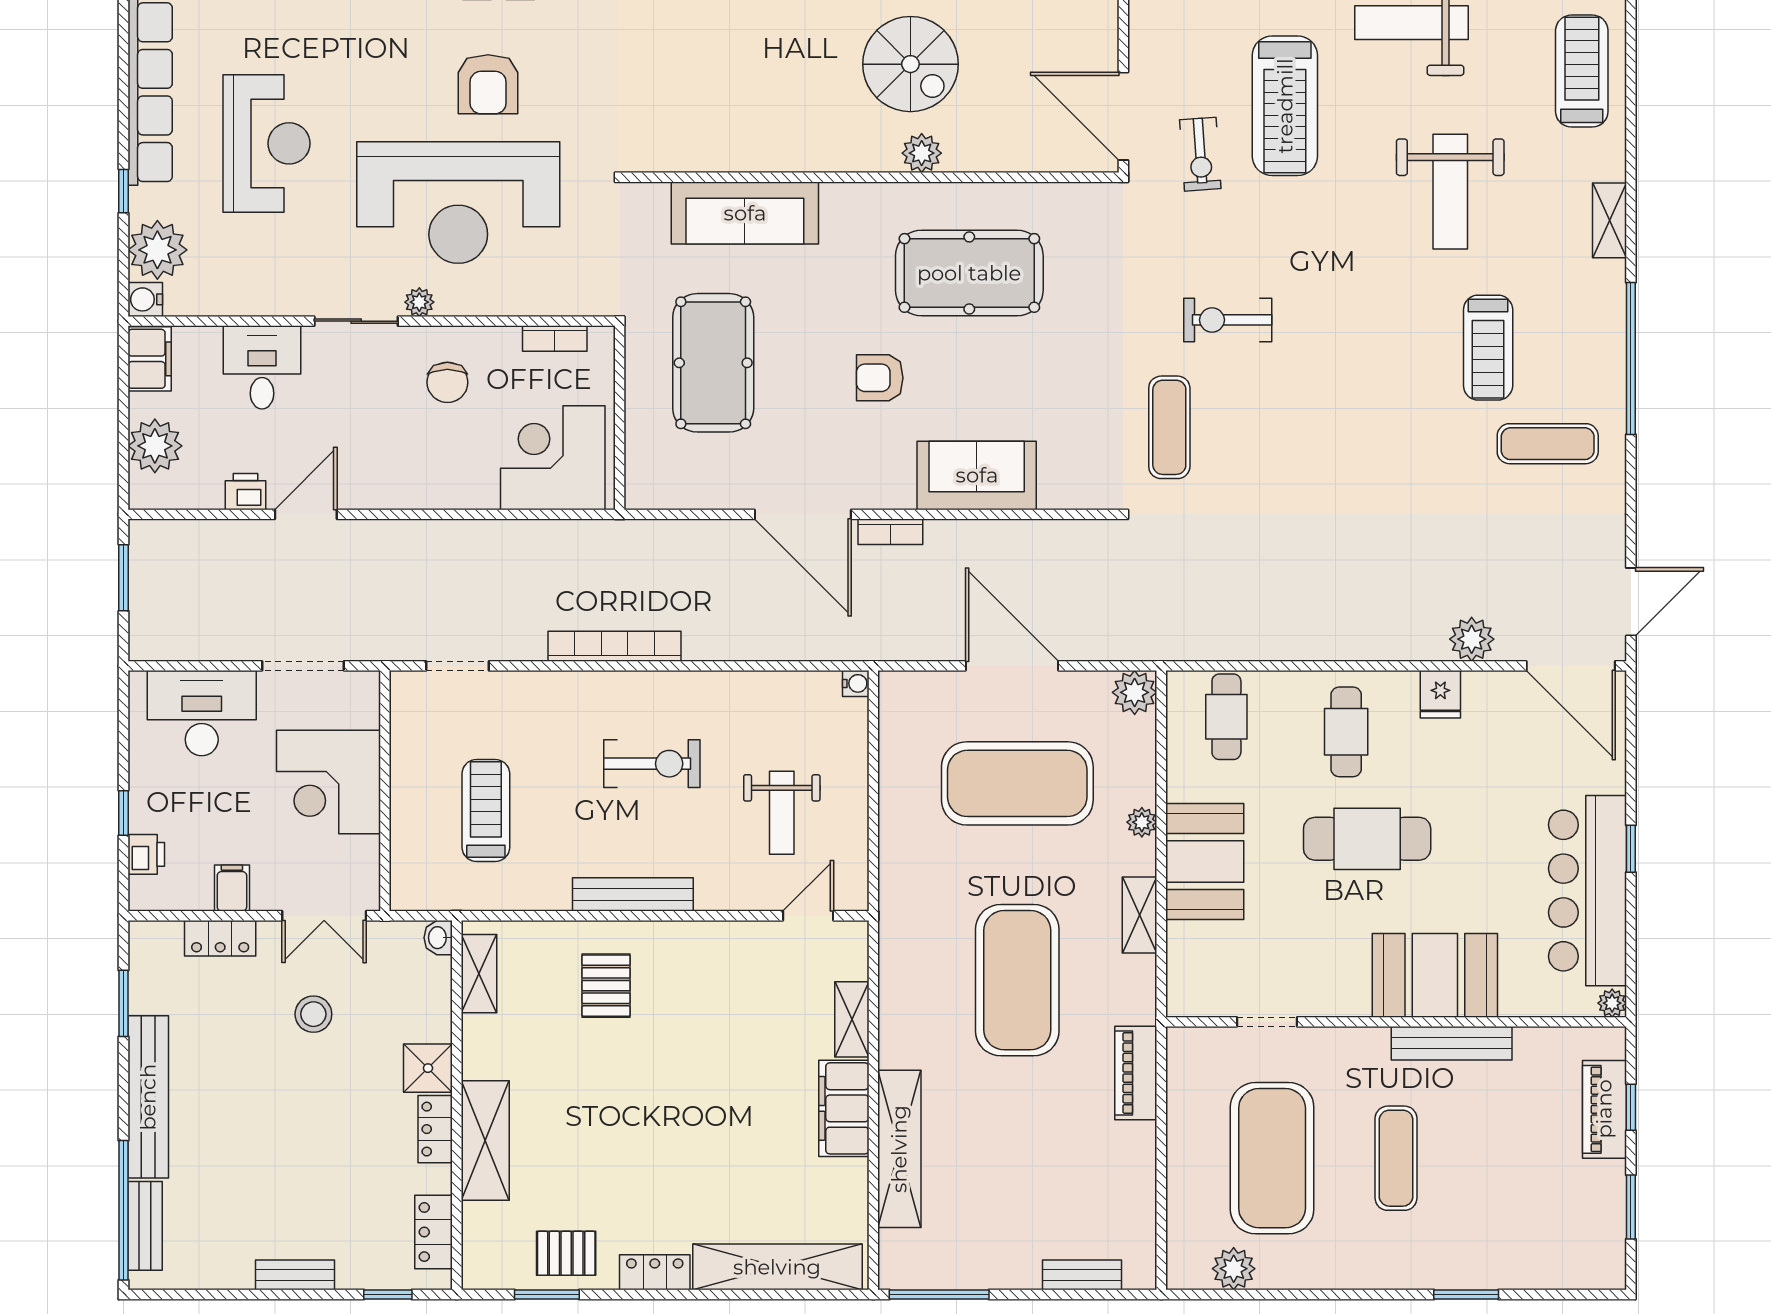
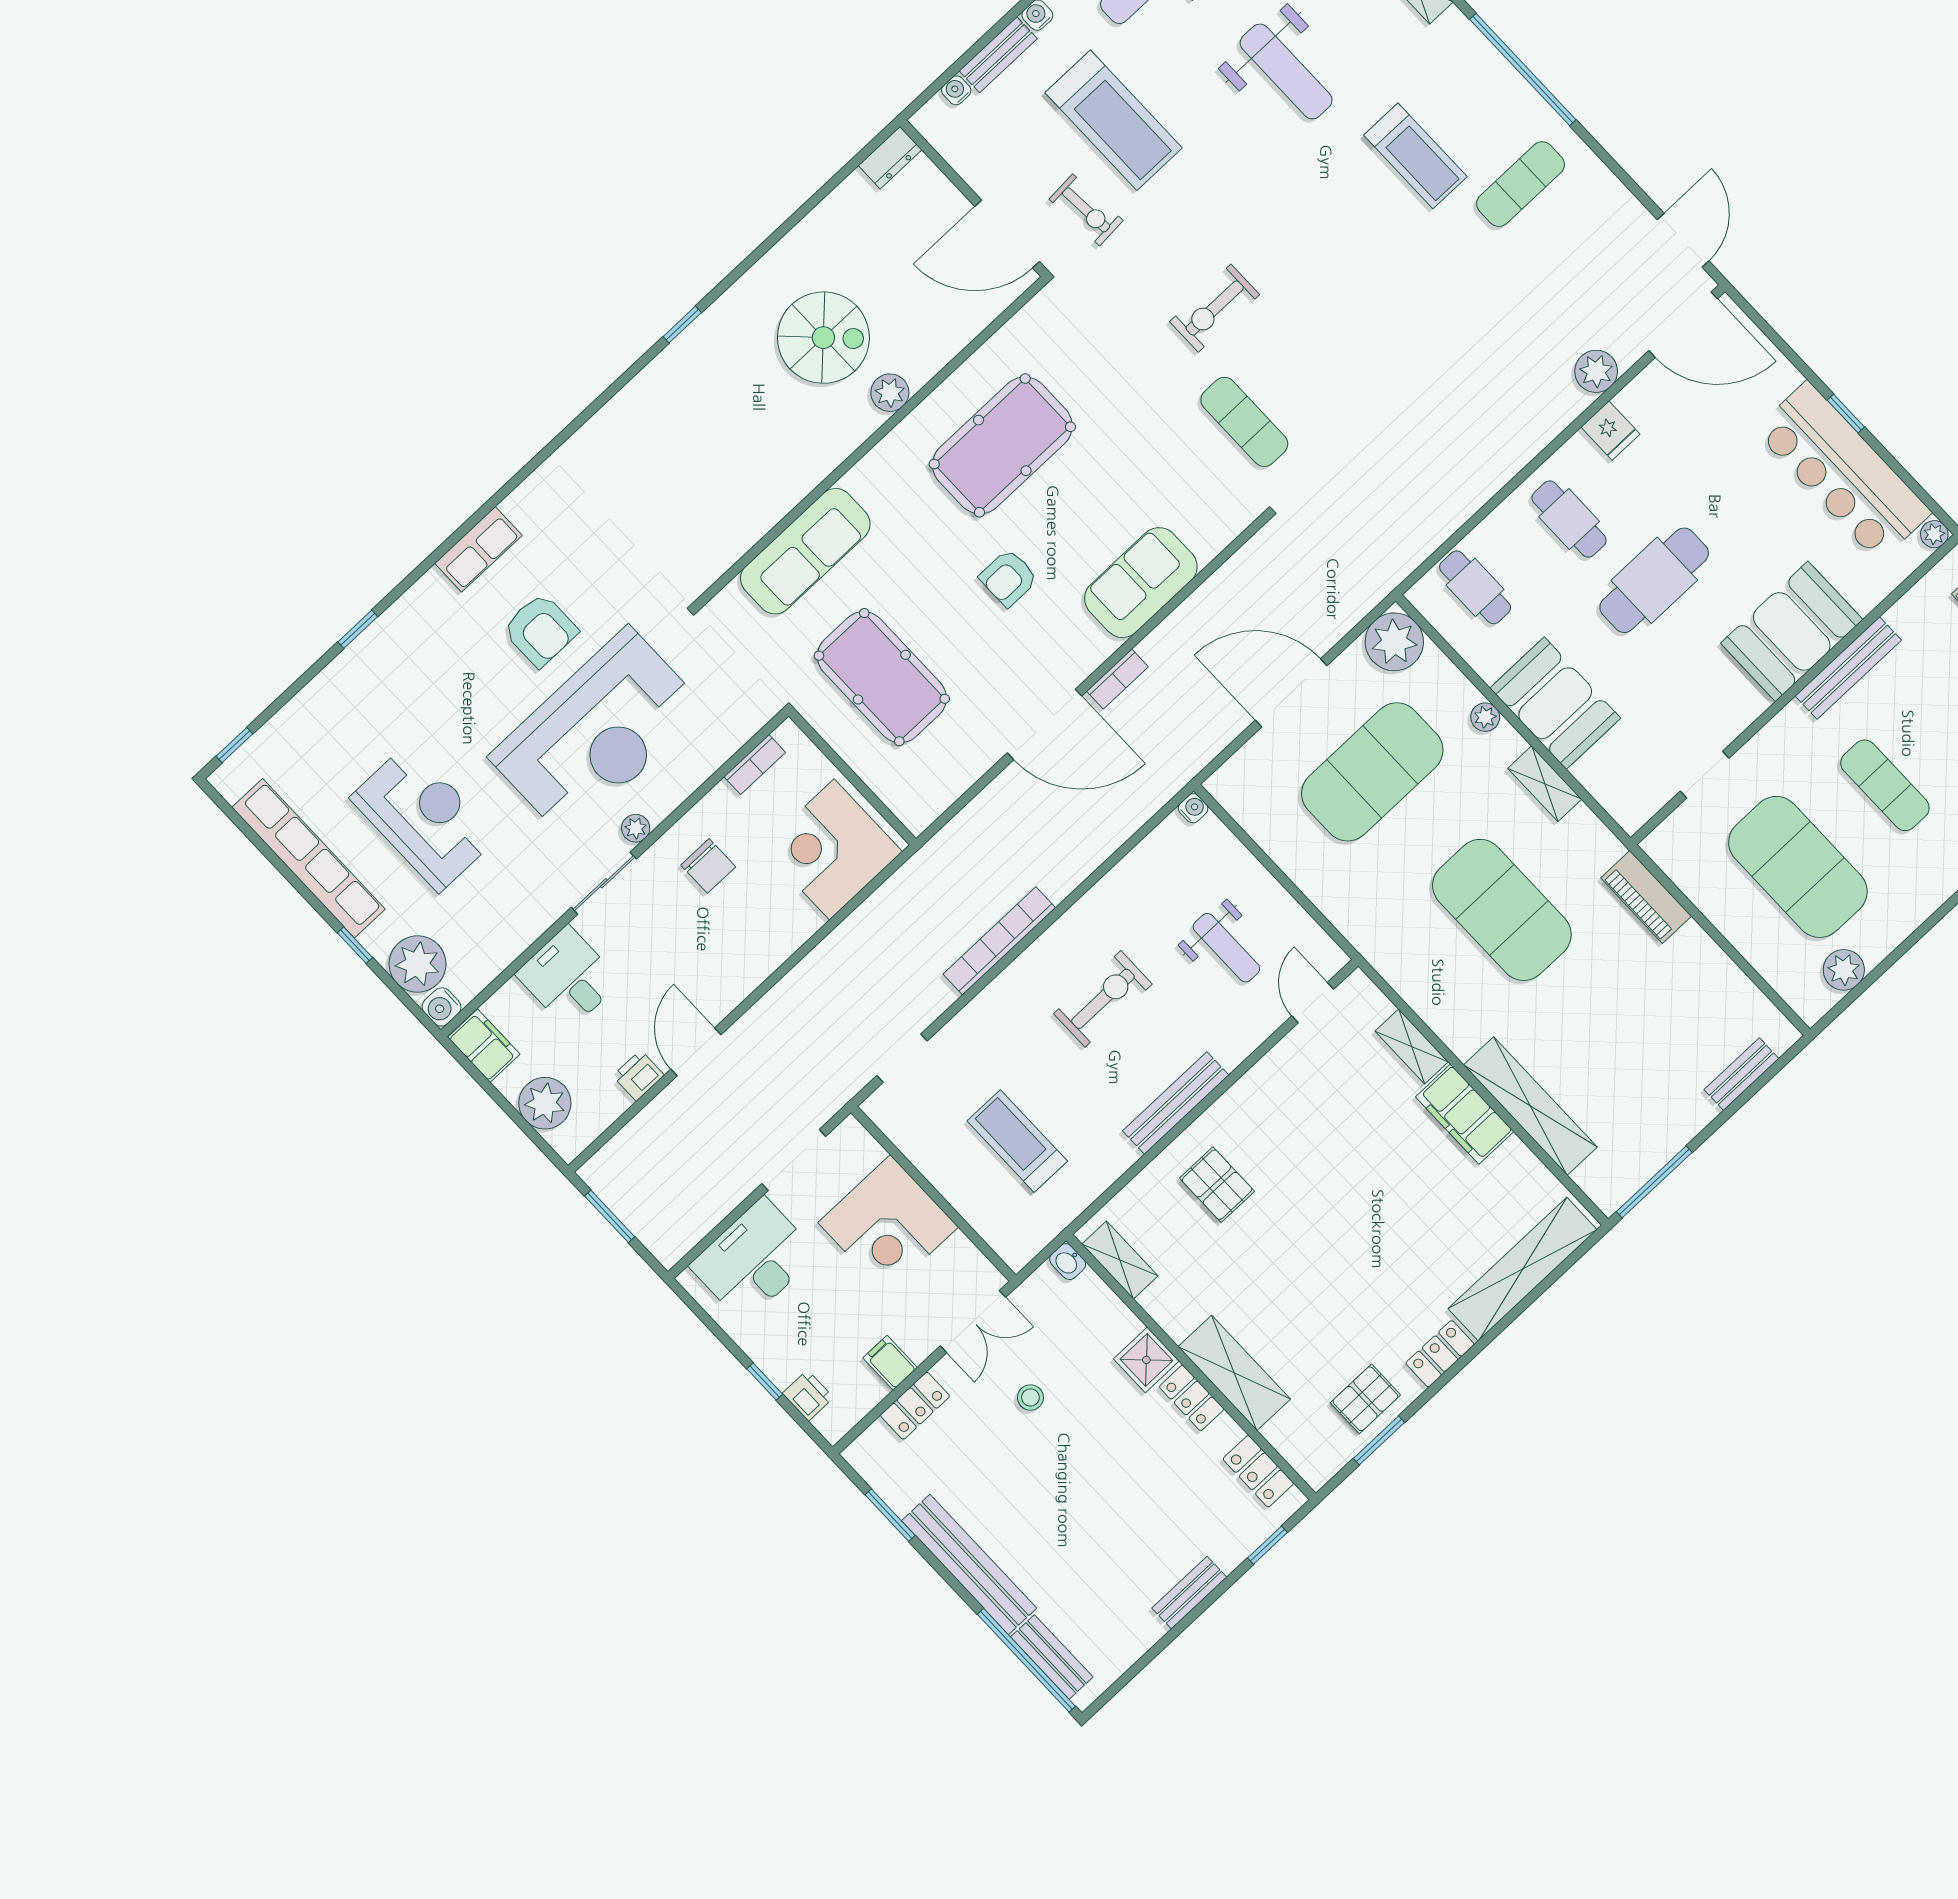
plant: (1135, 692) -> (1394, 642), width x1.36, depth x1.36
stool: (313, 1014) -> (1030, 1398), width x0.73, depth x0.73

